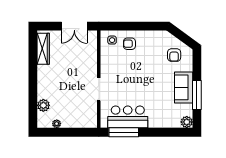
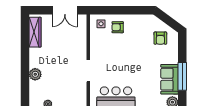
sofa: (184, 87) -> (169, 79), moved
plant: (43, 105) -> (35, 74), moved

